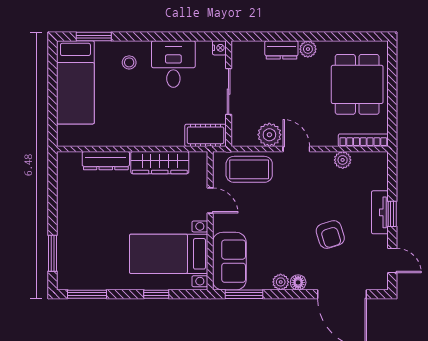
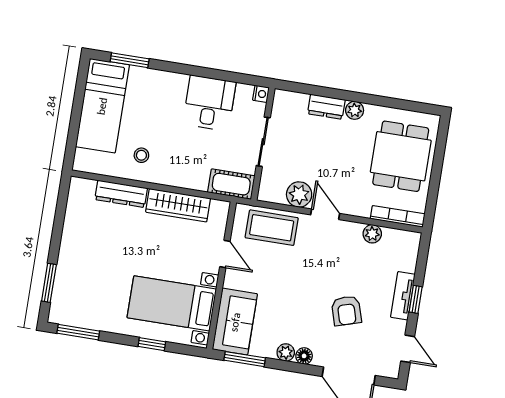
stool: (129, 62) -> (141, 155), moved

